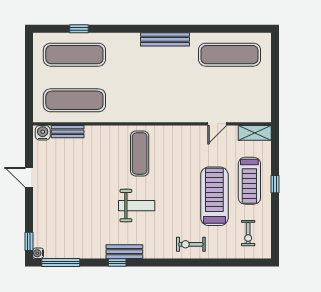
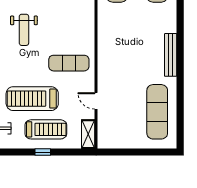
exercise mat: (140, 153) -> (69, 63), moved
treadmill: (249, 181) -> (46, 129), turned 180
treadmill: (214, 196) -> (32, 99), turned 180

